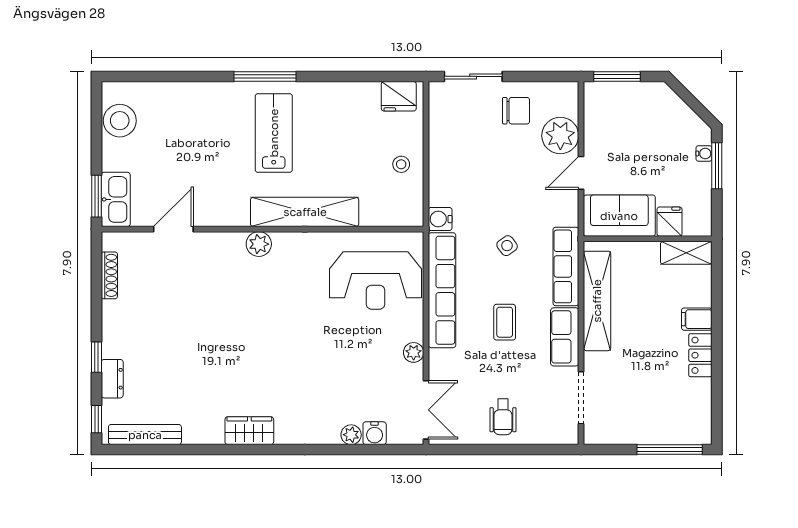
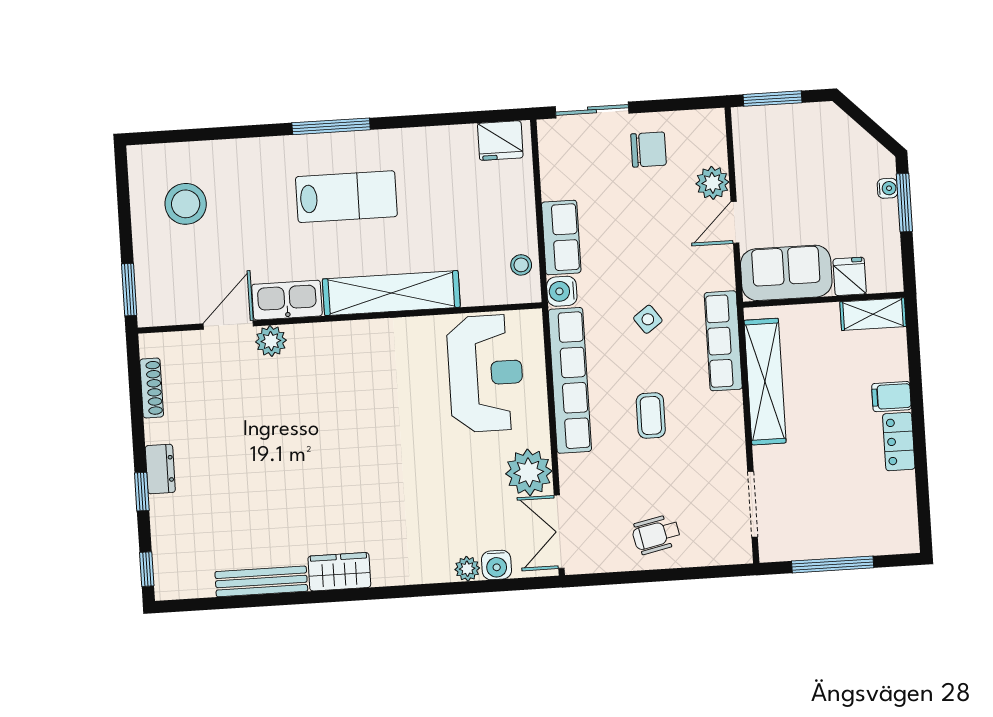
stool: (120, 121) -> (186, 204), moved
lab bench: (274, 133) -> (346, 197), turned 90
plant: (560, 136) -> (712, 183), width x0.73, depth x0.73
stool: (401, 164) -> (521, 265), moved
kitchen sink: (116, 199) -> (287, 300), moved, turned -90
plant: (259, 244) -> (271, 341), moved
reception desk: (376, 280) -> (486, 373), turned -90
row of seats: (565, 337) -> (561, 237), moved, turned 180
plant: (414, 352) -> (529, 472), width x1.88, depth x1.88
dresser: (112, 379) -> (160, 469), moved
double door: (426, 410) -> (559, 532), swing flipped
wheelchair: (503, 417) -> (656, 534), turned 78
bench: (145, 435) -> (261, 581), moved
window: (670, 450) -> (833, 564), moved

